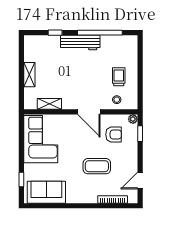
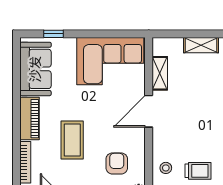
door: (89, 112) -> (149, 111), moved
armchair: (114, 134) -> (117, 163), turned 180
piano: (82, 196) -> (30, 119), added

